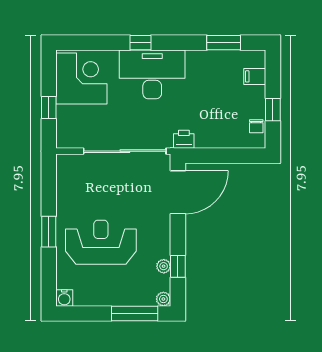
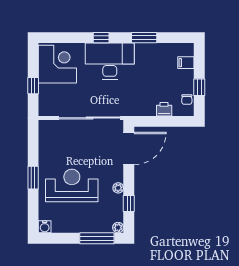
window: (224, 43) -> (144, 38), moved
printer: (184, 139) -> (164, 109), moved
plant: (164, 266) -> (118, 188), moved

